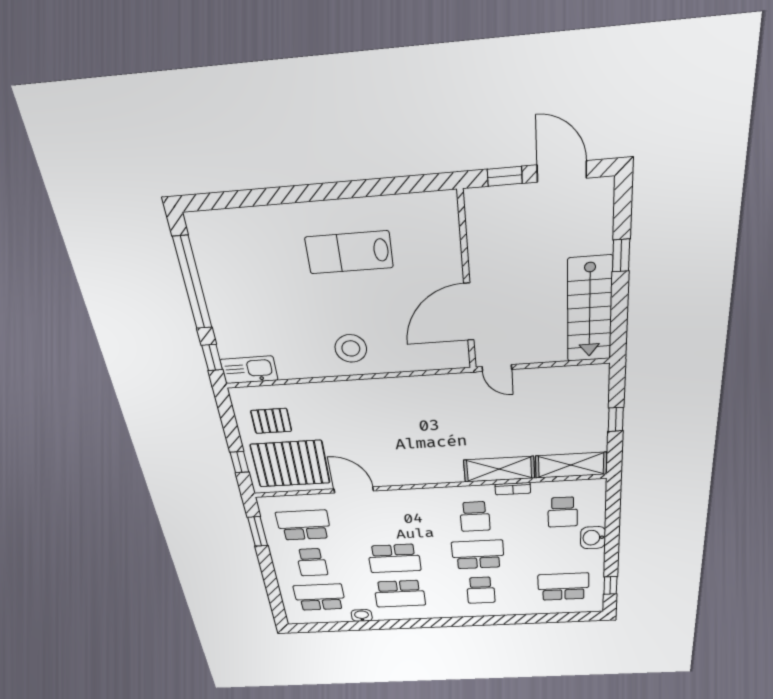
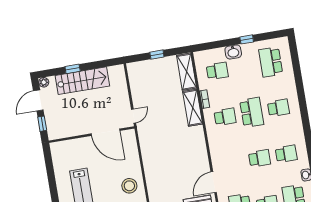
plant: (603, 188) -> (44, 82), added
stairs: (590, 310) -> (82, 81), moved
school desk: (478, 554) -> (252, 112), turned 180
school desk: (394, 558) -> (260, 158), width x0.54
window: (610, 585) -> (247, 39), moved
school desk: (400, 594) -> (286, 154), width x0.54

